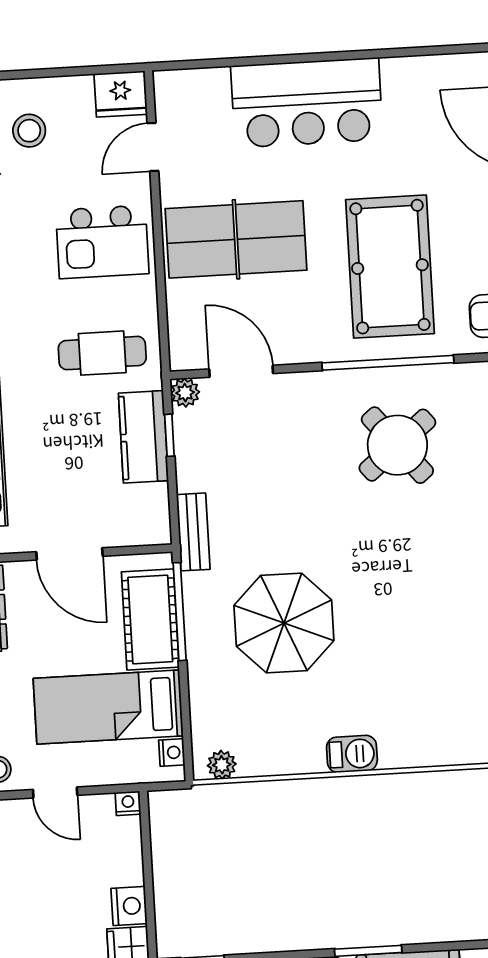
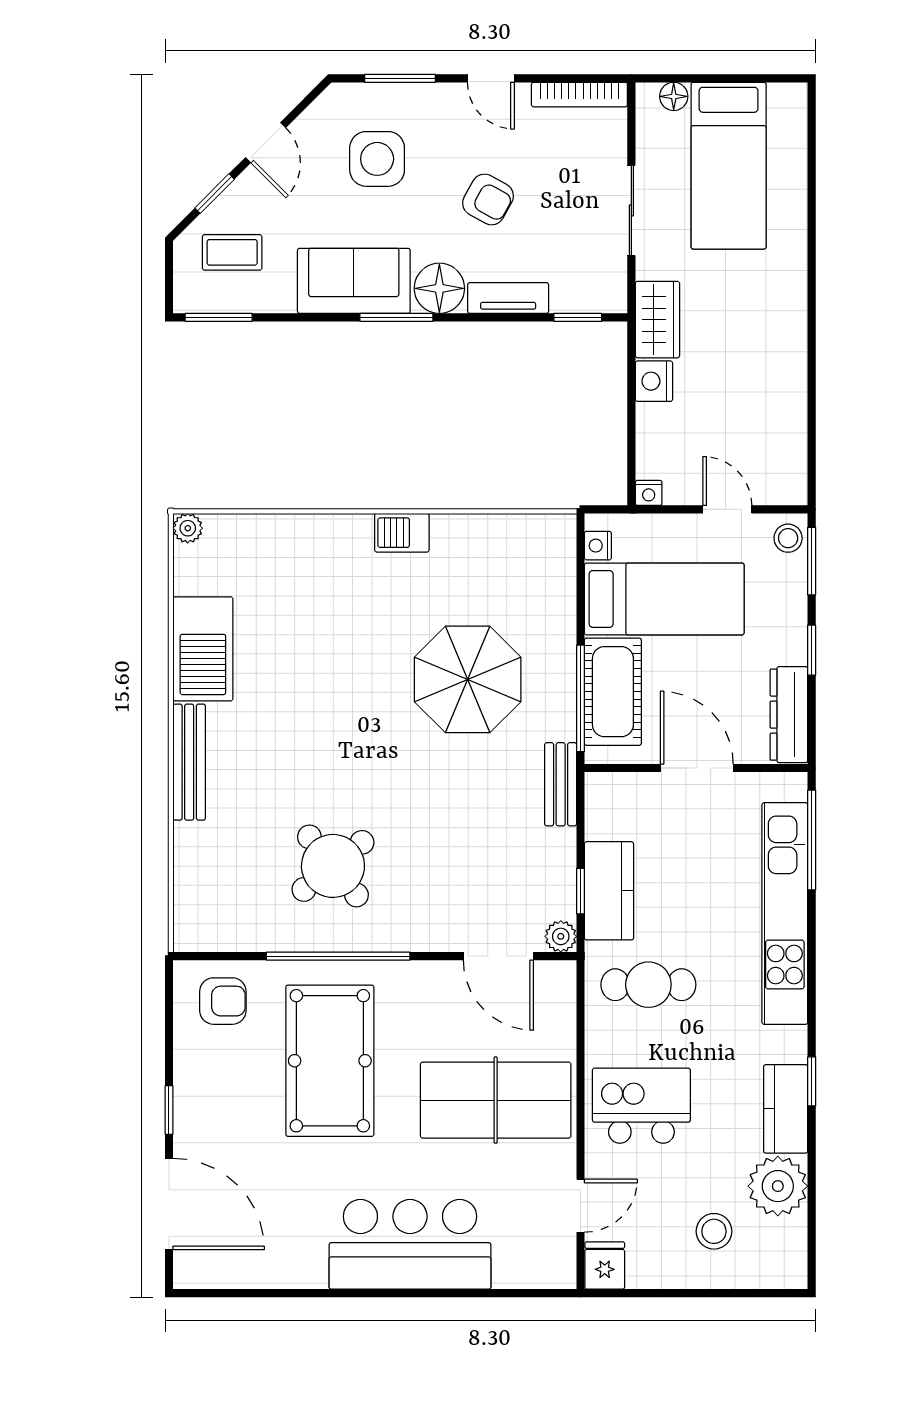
fridge: (120, 94) -> (605, 1266), width x0.72
plant: (222, 765) -> (544, 529), removed

